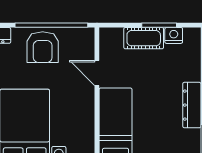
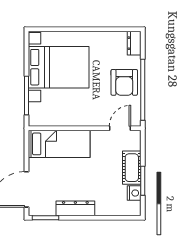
armchair: (43, 47) -> (124, 82), turned -90
door: (97, 73) -> (120, 128), moved

